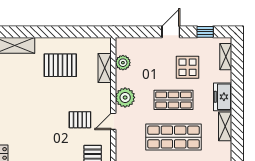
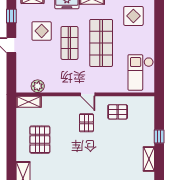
shelving: (105, 68) -> (29, 102), moved
plant: (125, 97) -> (67, 84), removed

